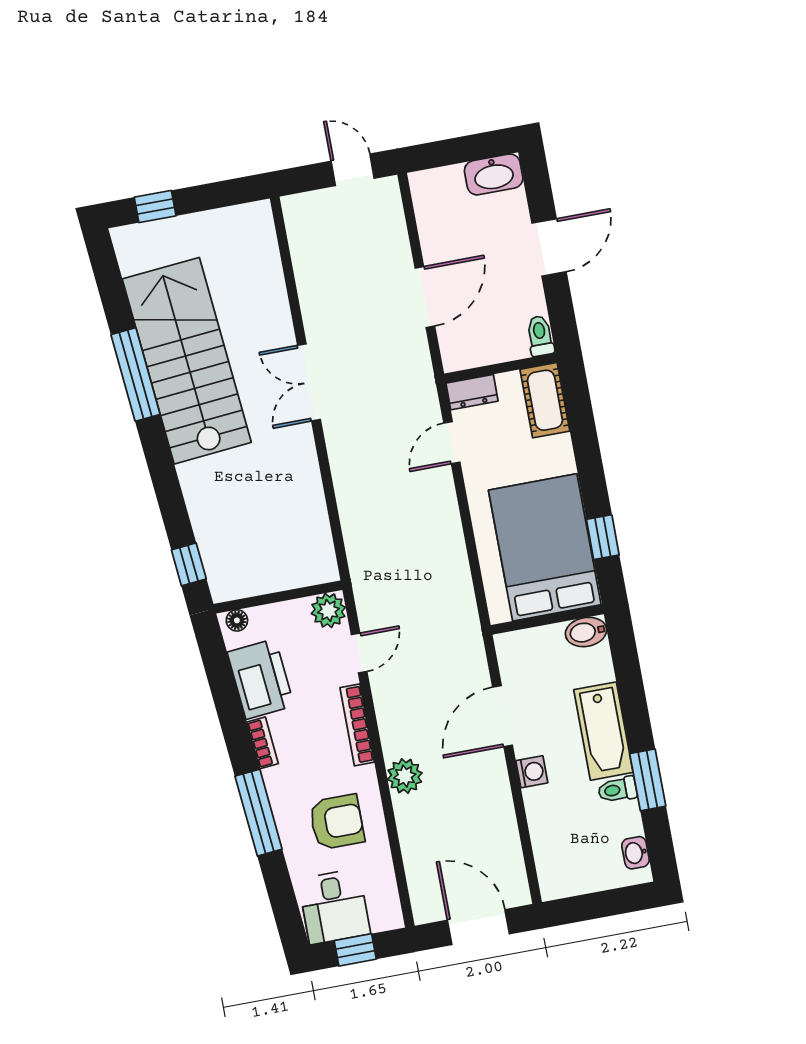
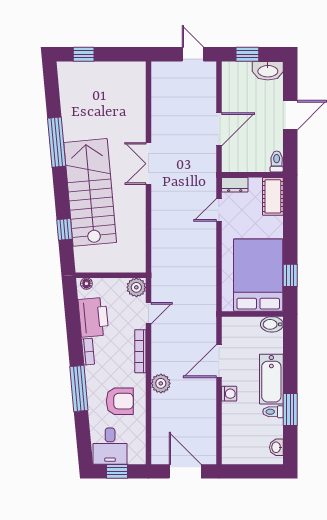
window: (451, 152) -> (247, 54), added
stairs: (187, 361) -> (90, 192), moved
window: (189, 564) -> (65, 229), moved

